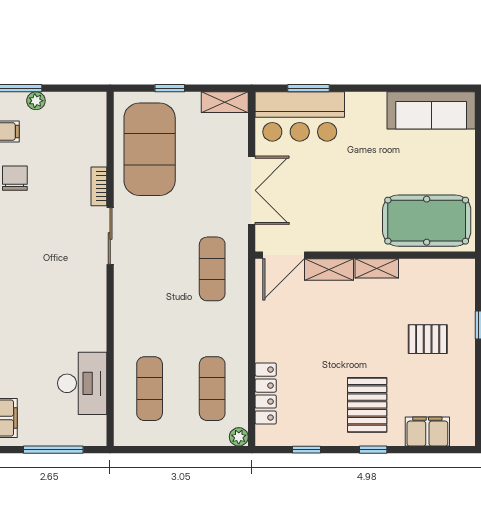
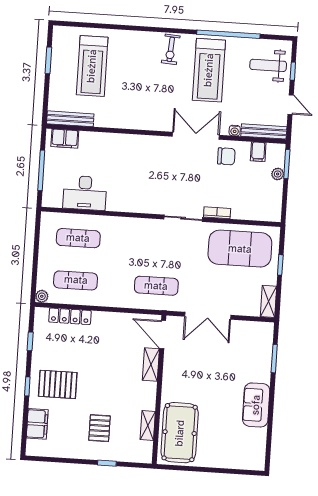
sofa: (431, 110) -> (256, 405), moved, width x0.73
bar counter: (300, 116) -> (256, 351), removed
shelving: (377, 268) -> (148, 426), moved

